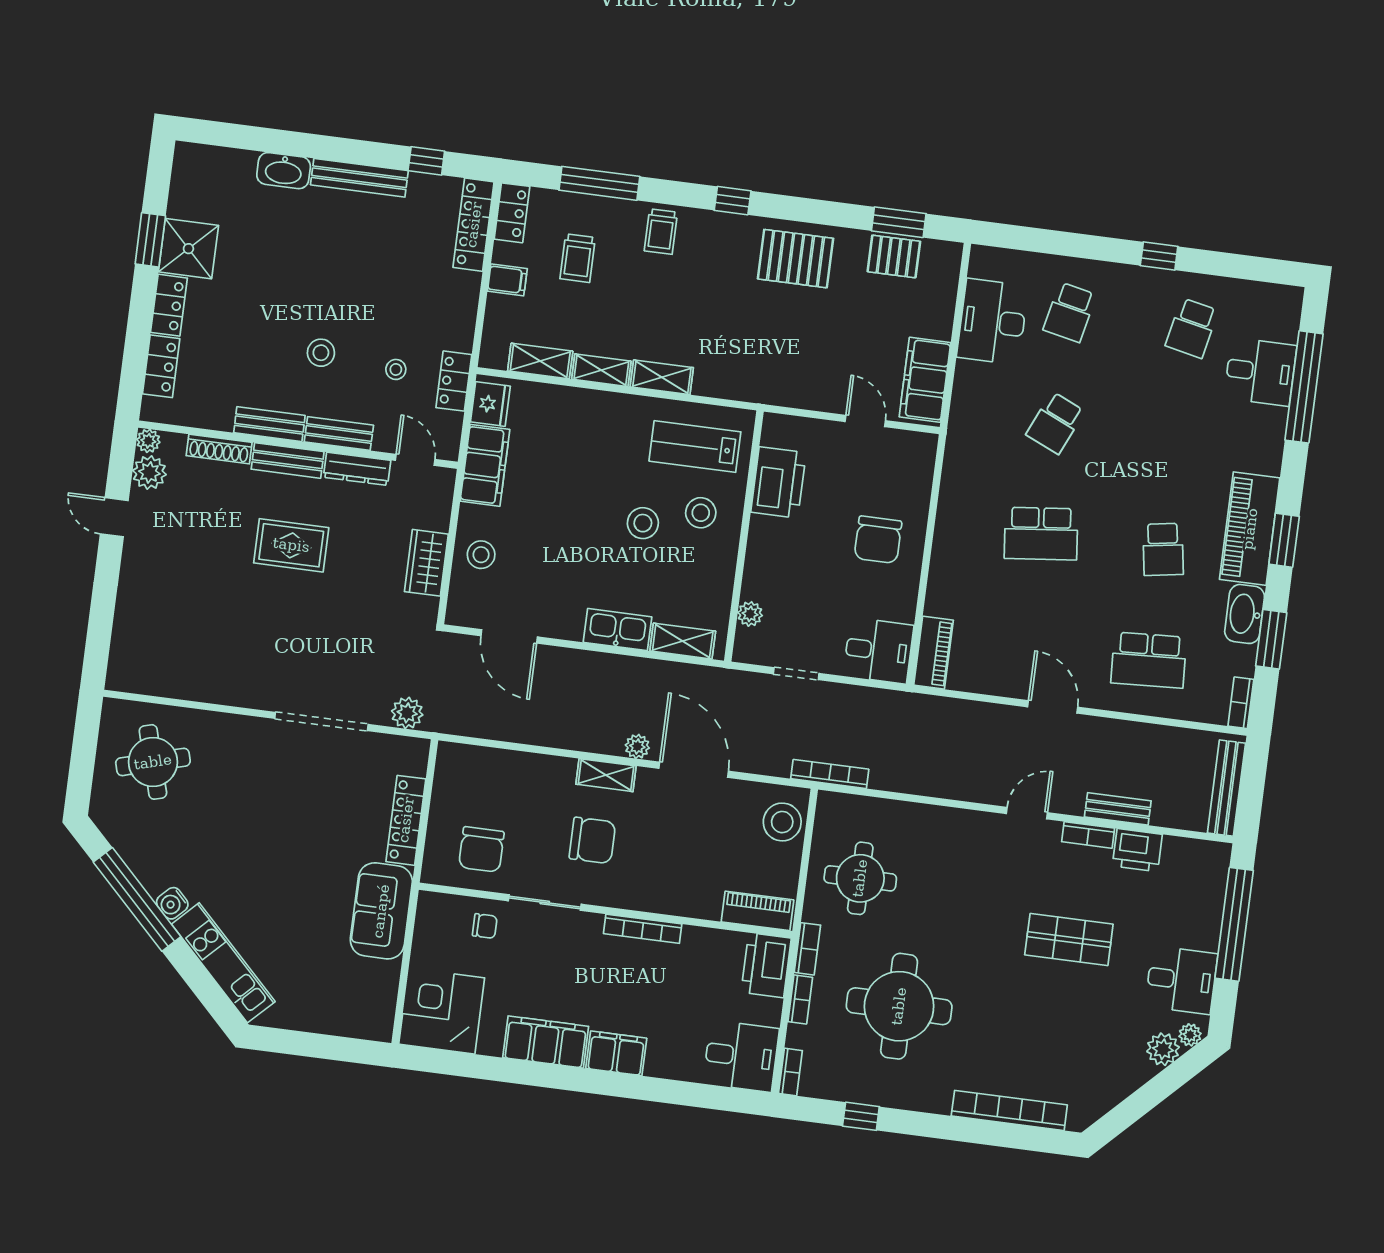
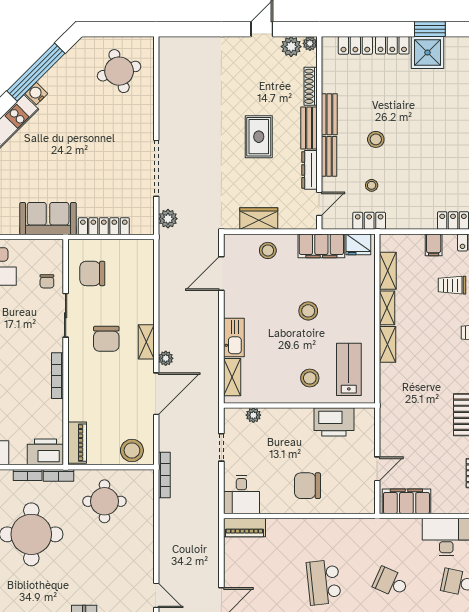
stool: (643, 523) -> (308, 311), moved

